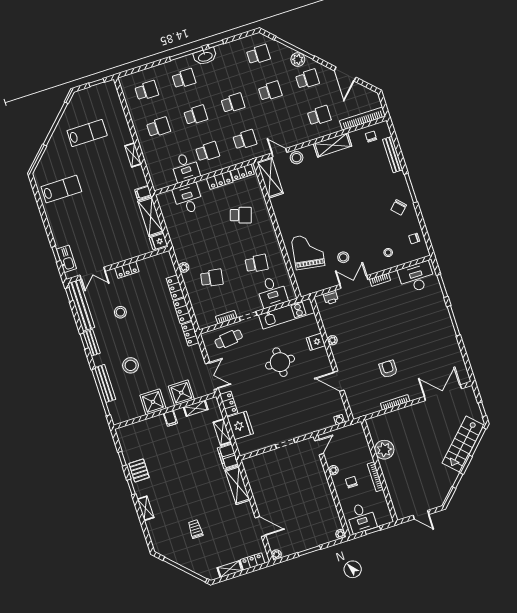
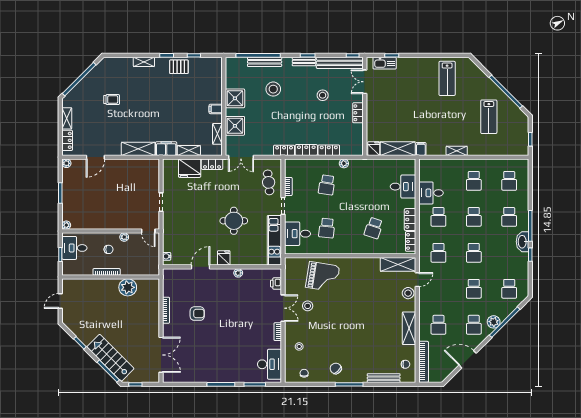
fridge: (316, 342) -> (224, 258), moved

